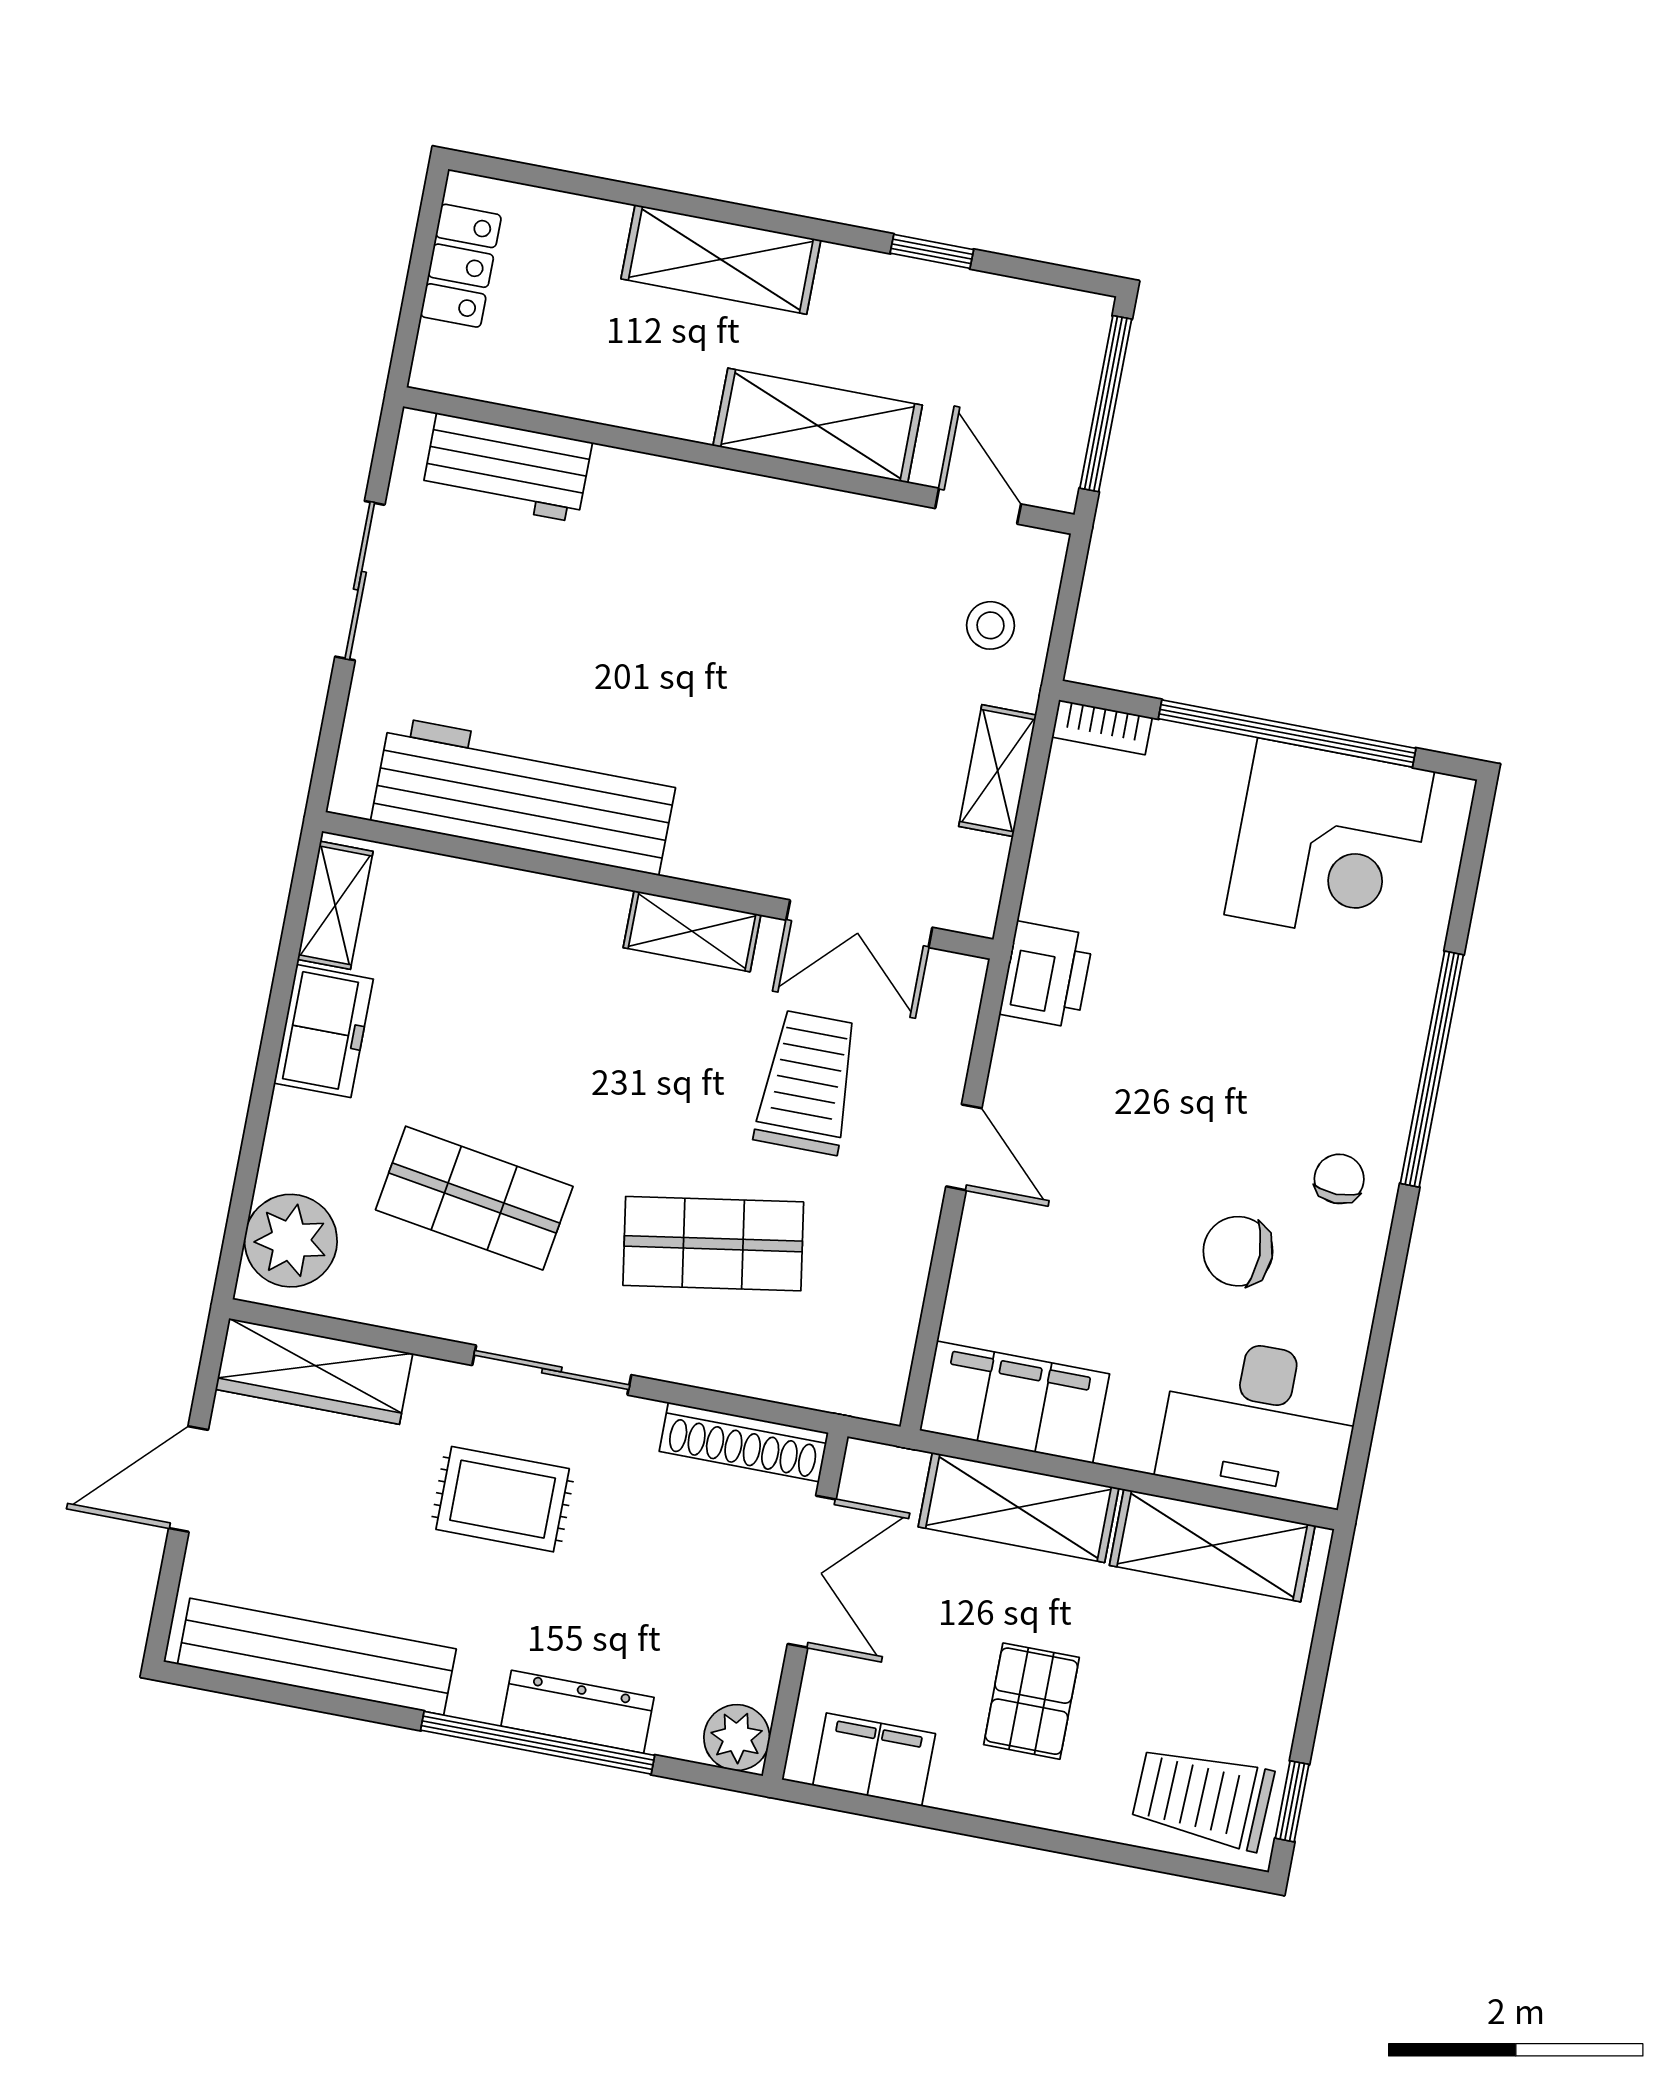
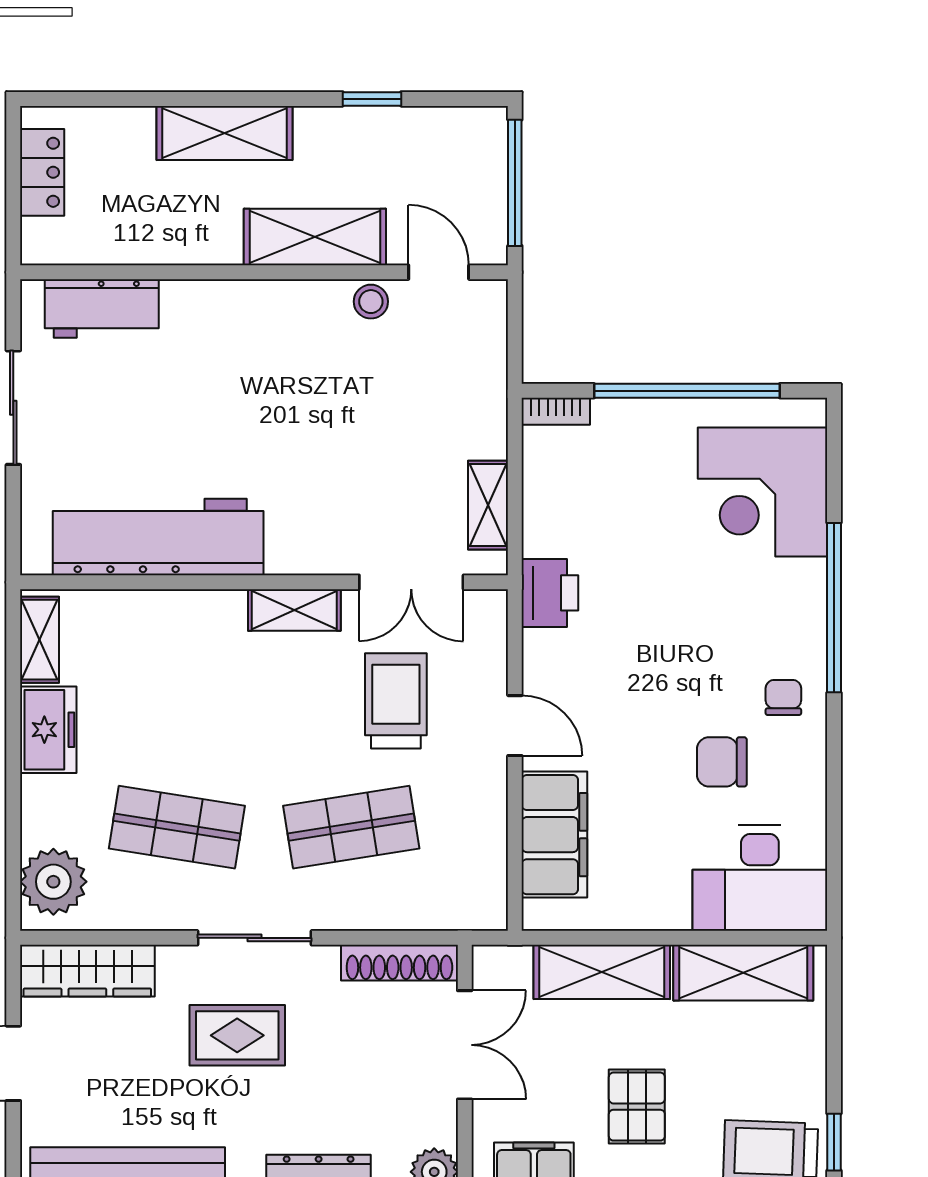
stool: (991, 625) -> (371, 302), moved
shelving: (998, 771) -> (488, 505), moved
corner desk: (1329, 843) -> (763, 492), moved, turned 90
filing cabinet: (1015, 1402) -> (554, 835), moved, turned 90

